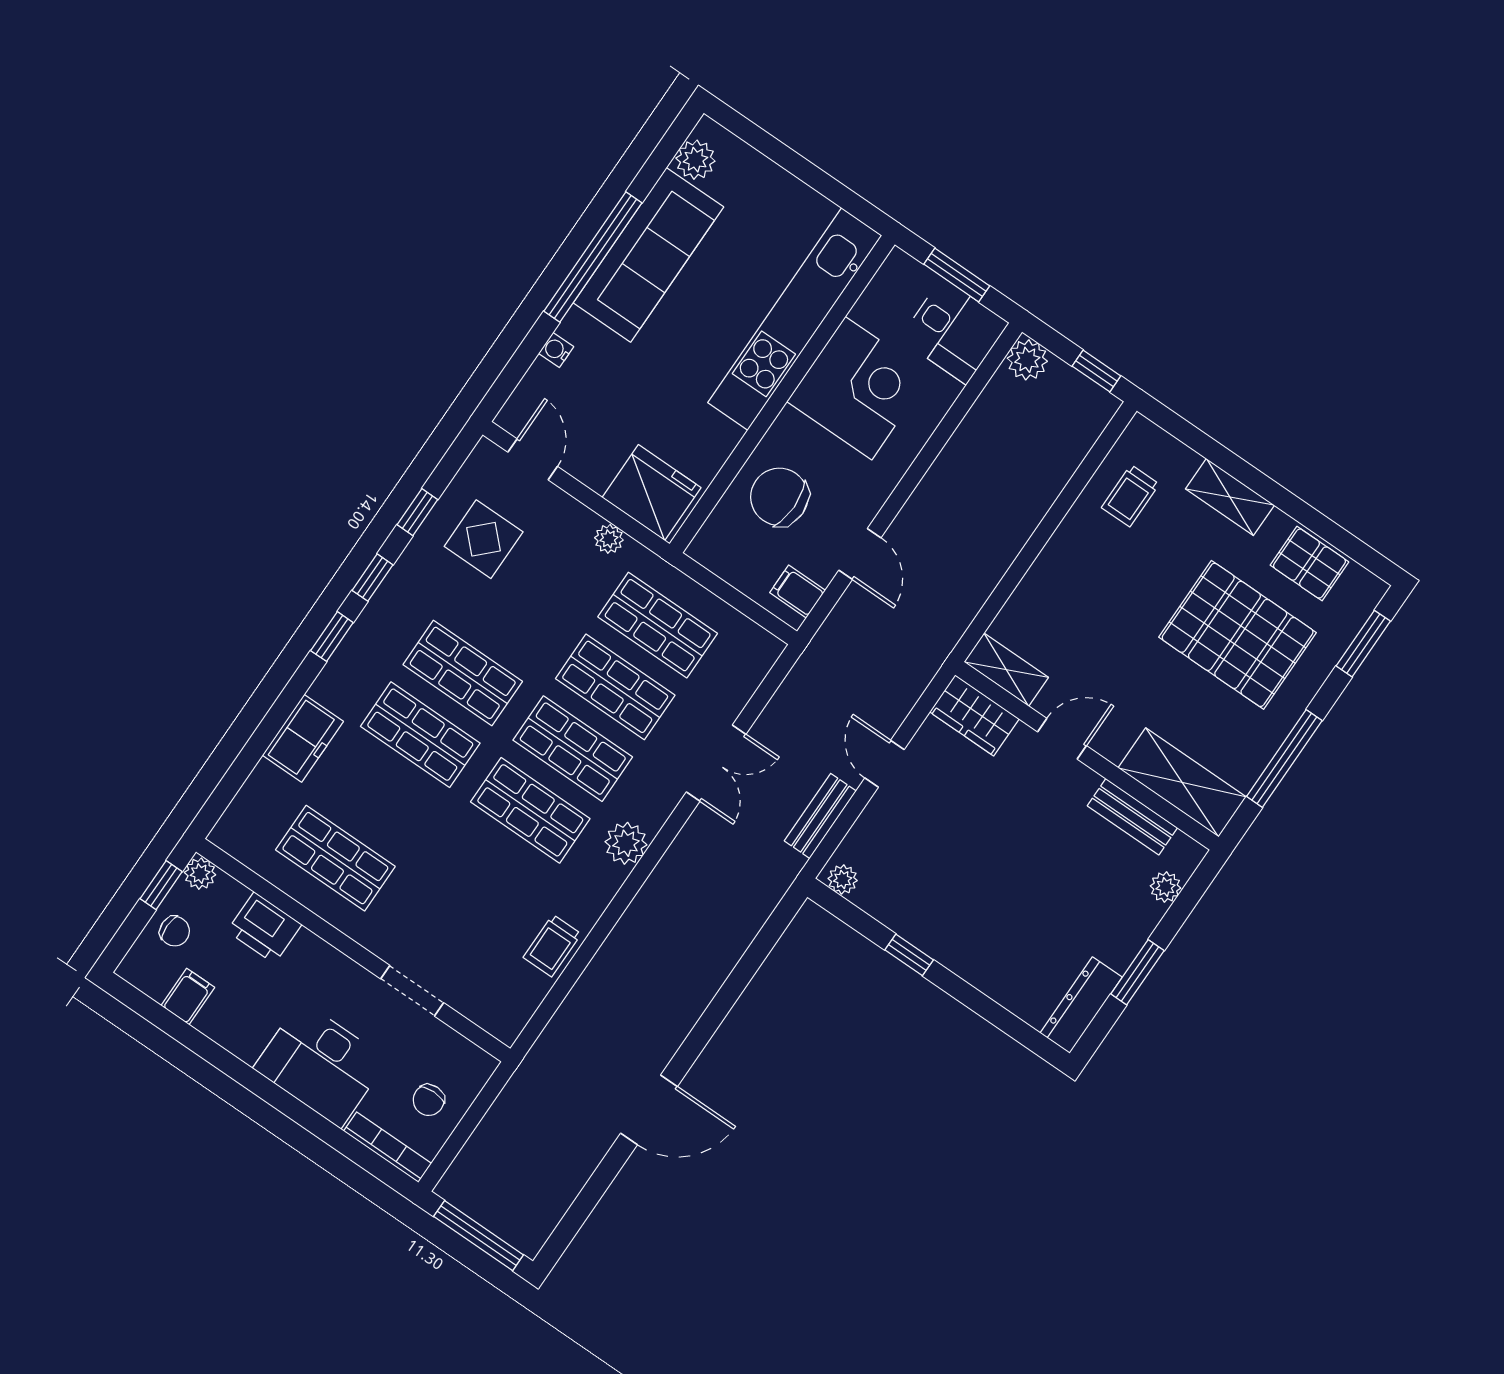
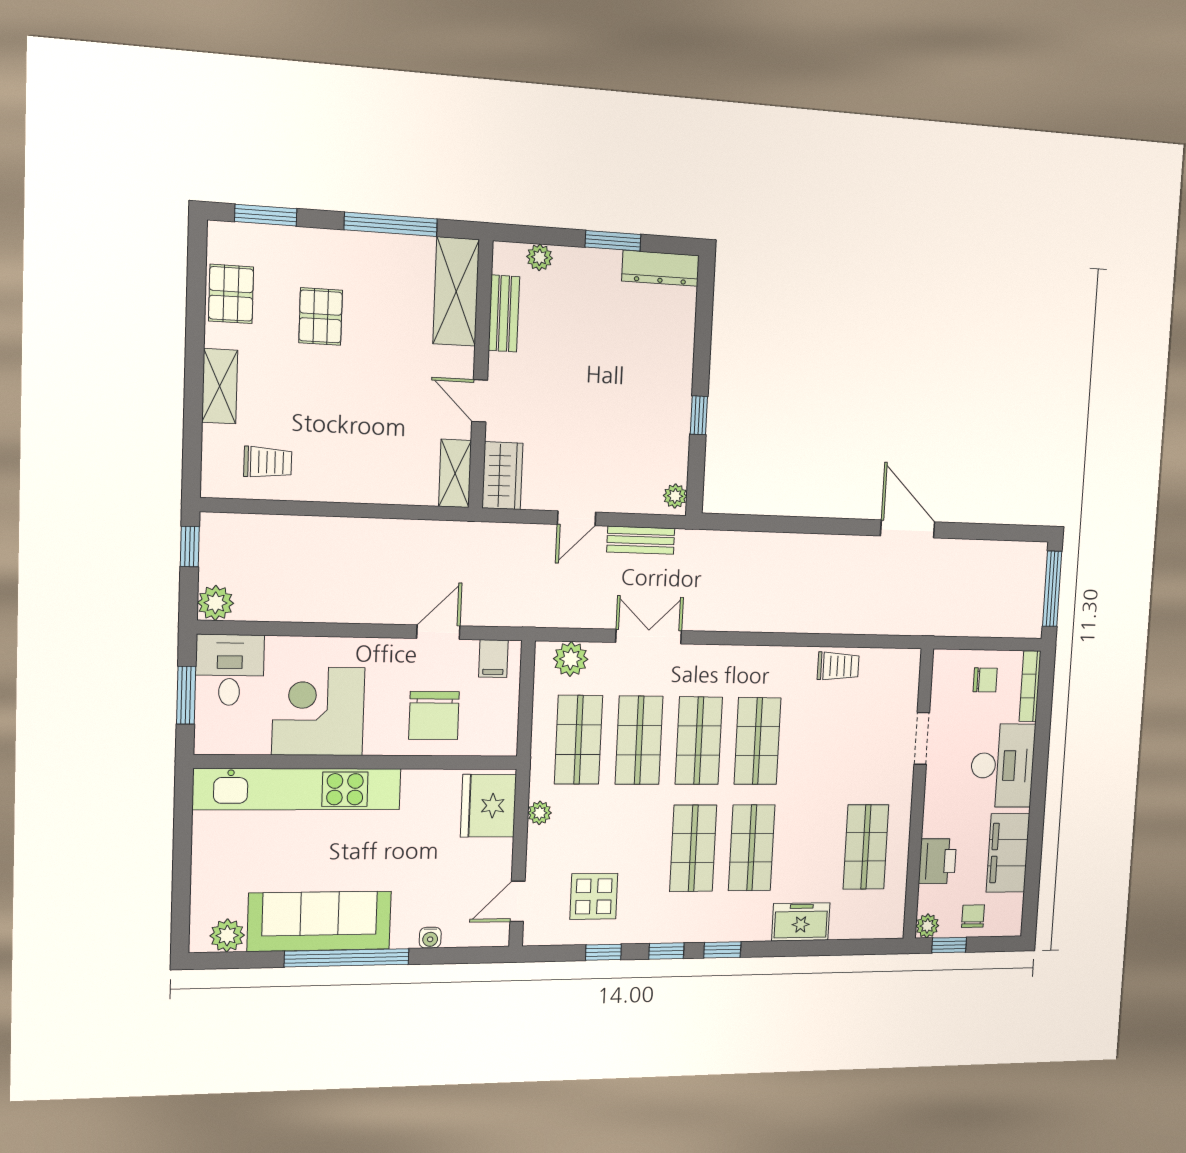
pallet: (1238, 635) -> (321, 316), width x0.49, depth x0.50
plant: (626, 843) -> (571, 659), moved
filing cabinet: (188, 996) -> (1008, 853), width x3.00, depth x1.17

